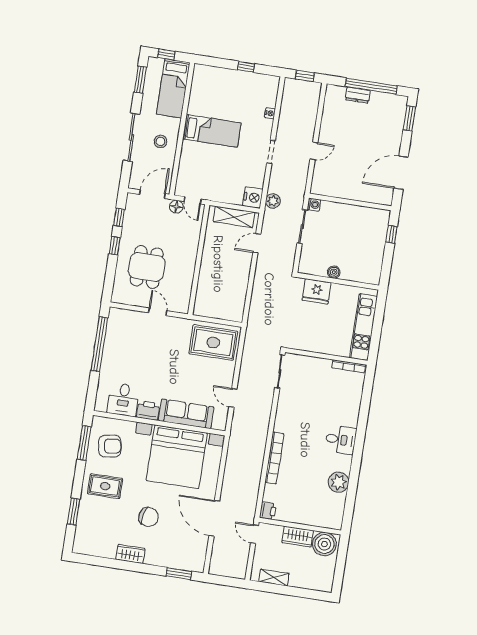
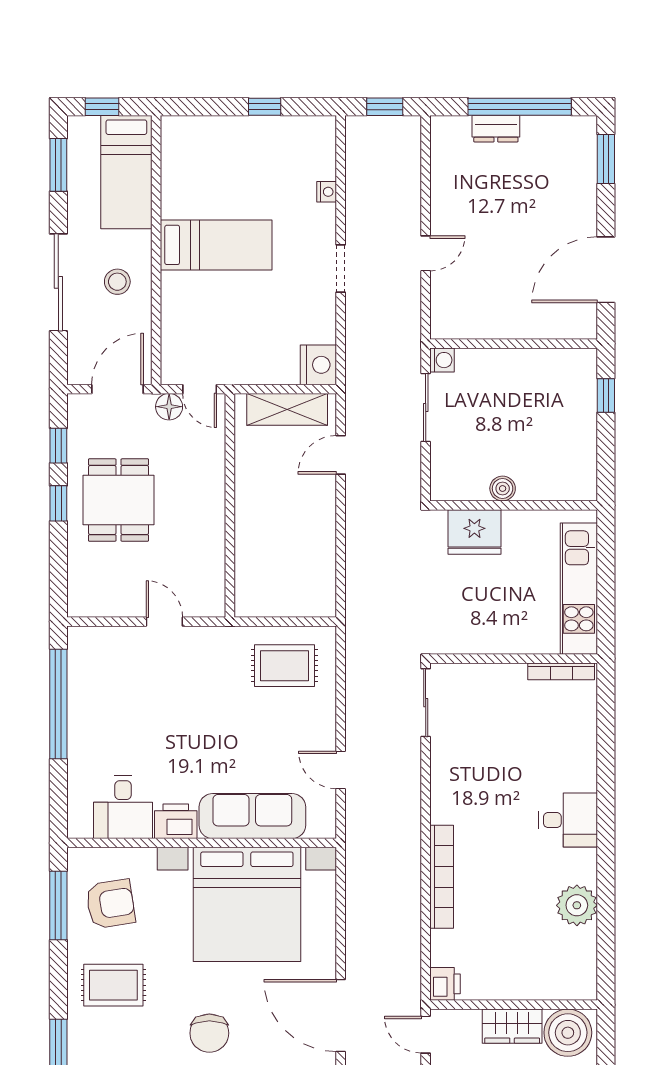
plant: (273, 201) -> (360, 365), removed
dining table: (147, 267) -> (119, 500), moved
rug: (213, 342) -> (285, 666), width x0.73, depth x0.70
chair: (149, 517) -> (209, 1033), turned 77

